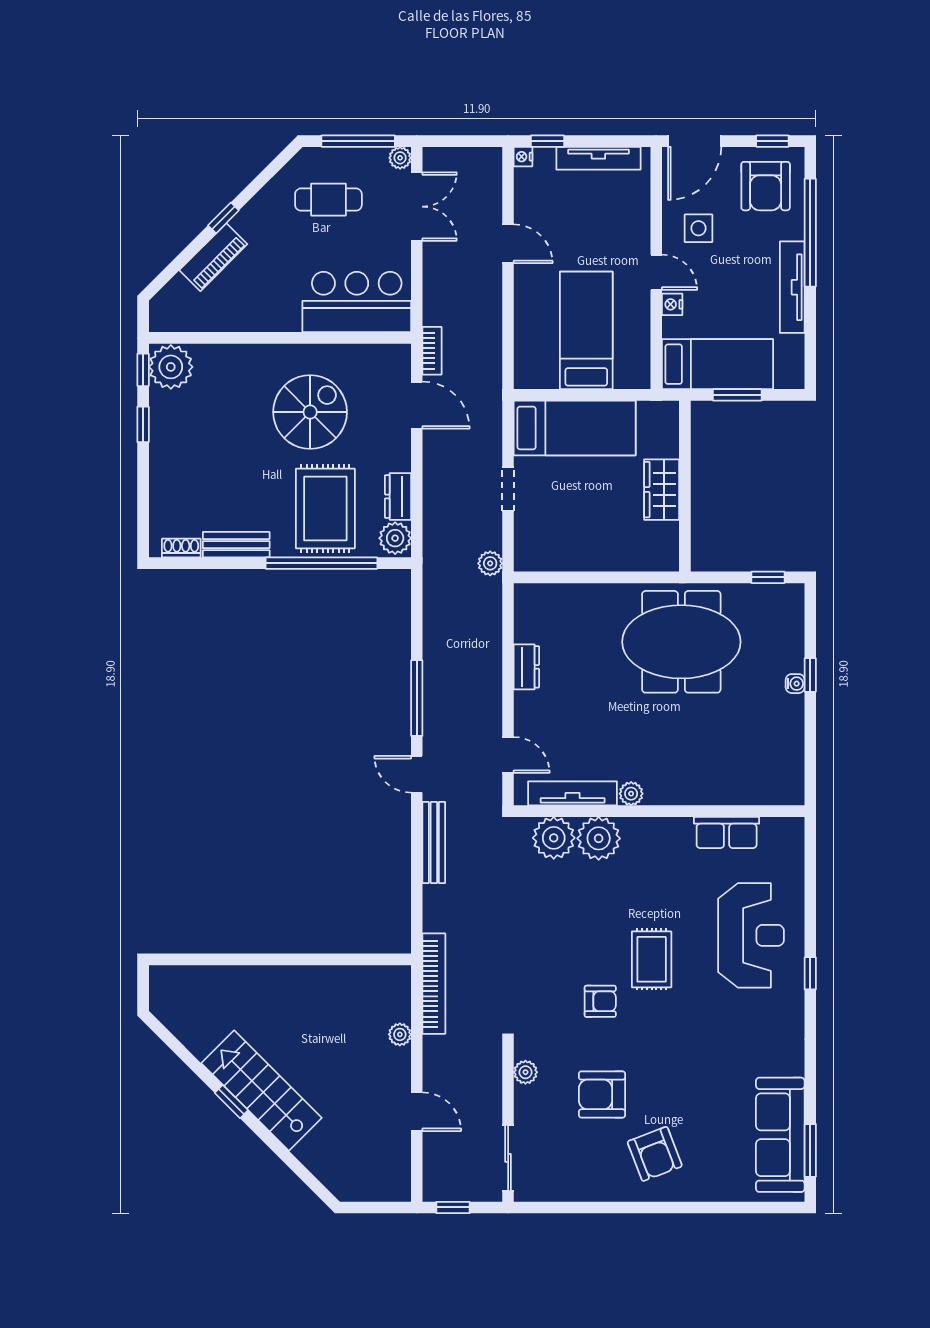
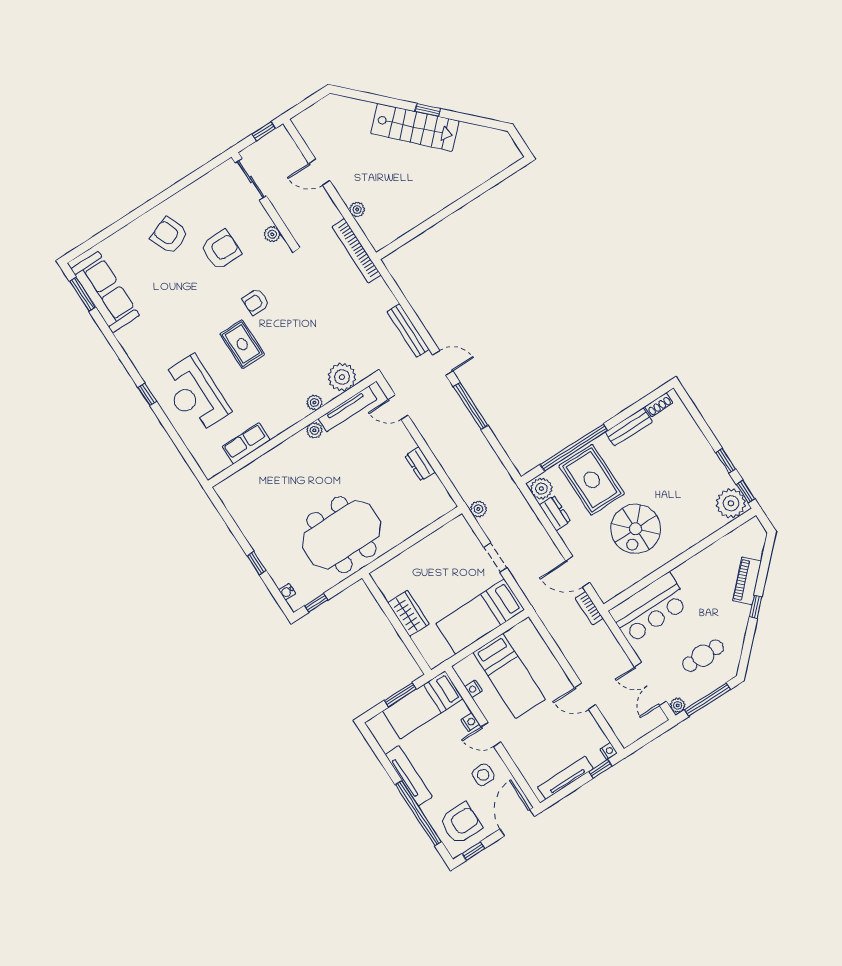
armchair: (766, 186) -> (461, 823), turned 90
nightstand: (641, 343) -> (473, 689), added
water cooler: (795, 684) -> (287, 592), moved
plant: (599, 838) -> (314, 403), width x0.53, depth x0.53

